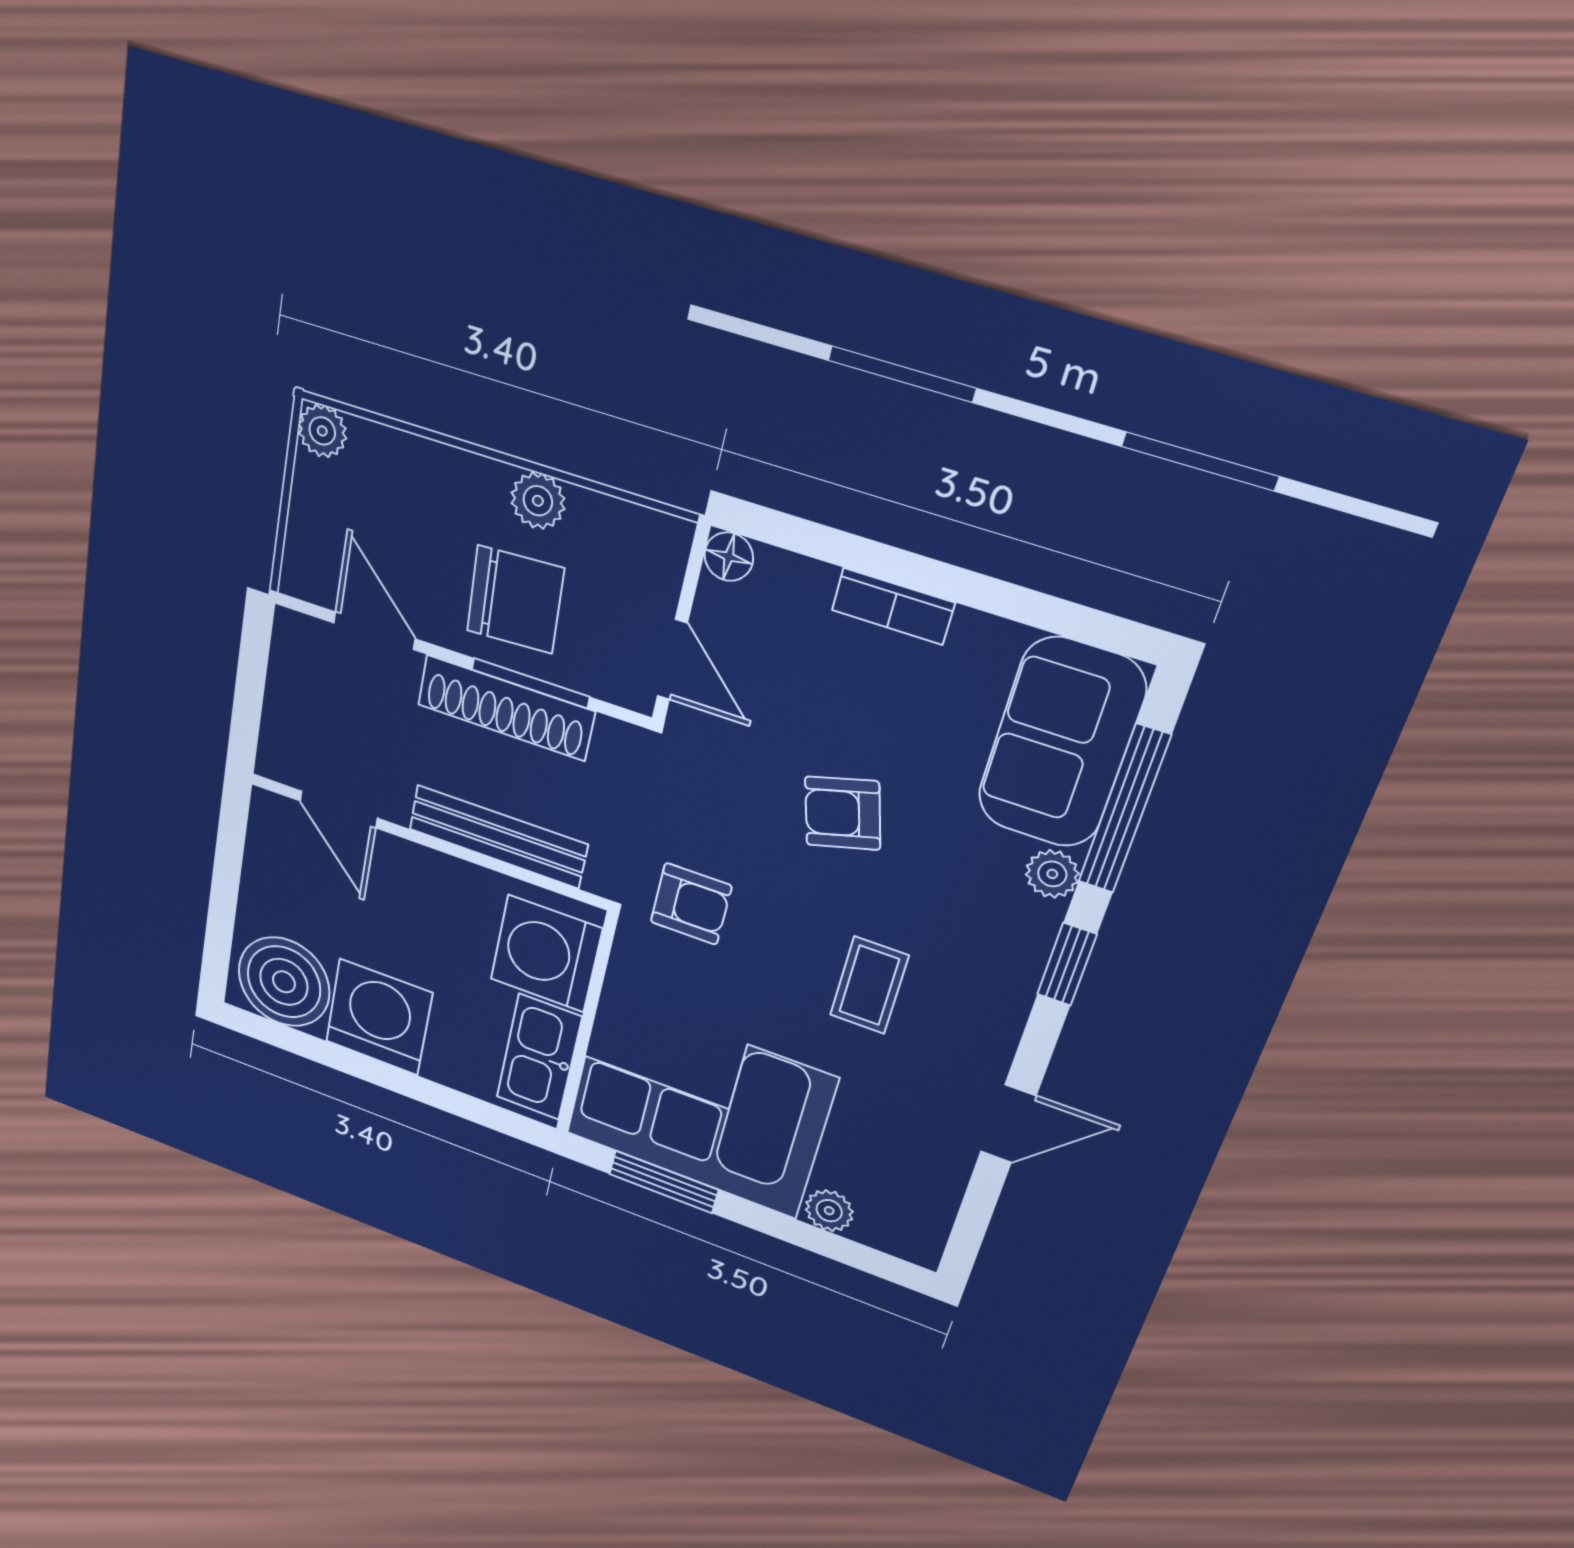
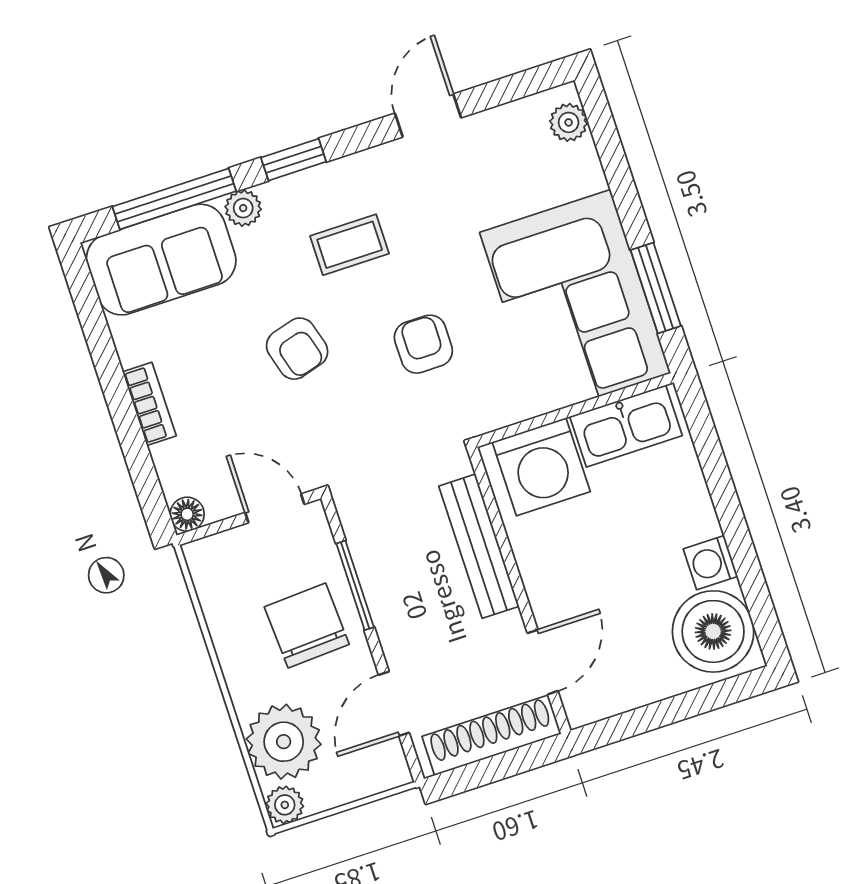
plant: (538, 501) -> (284, 742), moved, width x1.88, depth x1.88
door: (672, 660) -> (275, 508), hinge flipped
shoe rack: (506, 708) -> (491, 735), moved, turned -90
armchair: (691, 904) -> (423, 344), moved
coffee table: (869, 985) -> (350, 245), moved
washing machine: (379, 1017) -> (710, 563), width x0.53, depth x0.53
door: (1008, 1124) -> (428, 115), hinge flipped
plant: (829, 1211) -> (569, 122), moved

